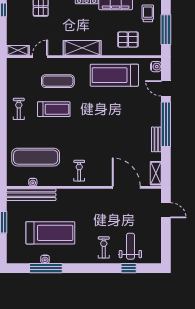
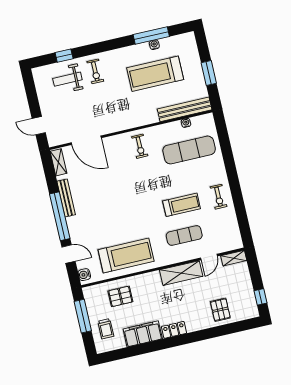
shelving: (82, 48) -> (181, 273), moved
treadmill: (54, 109) -> (182, 205), turned 180
bench: (156, 139) -> (66, 198), width x1.36
weight bench: (130, 246) -> (67, 79), turned 90

